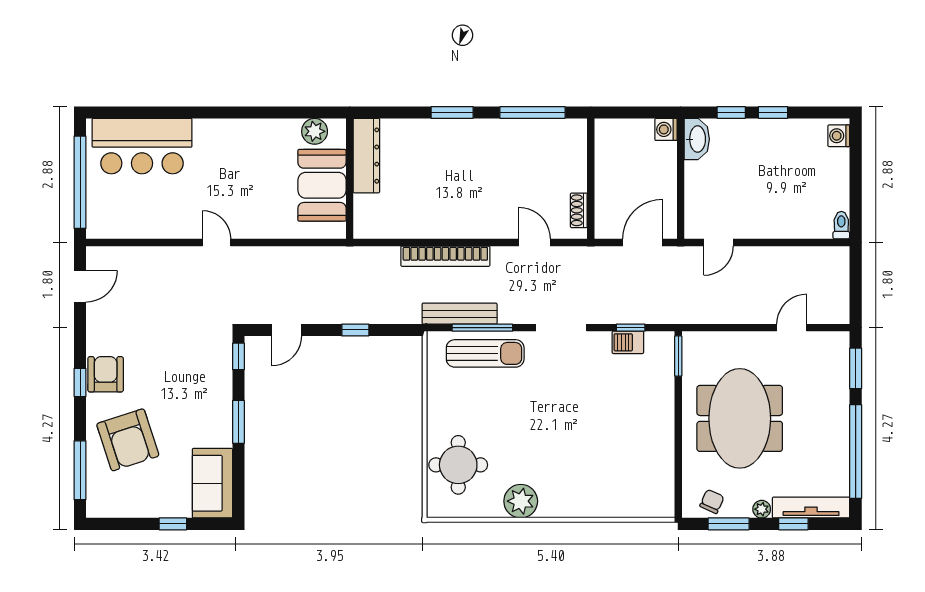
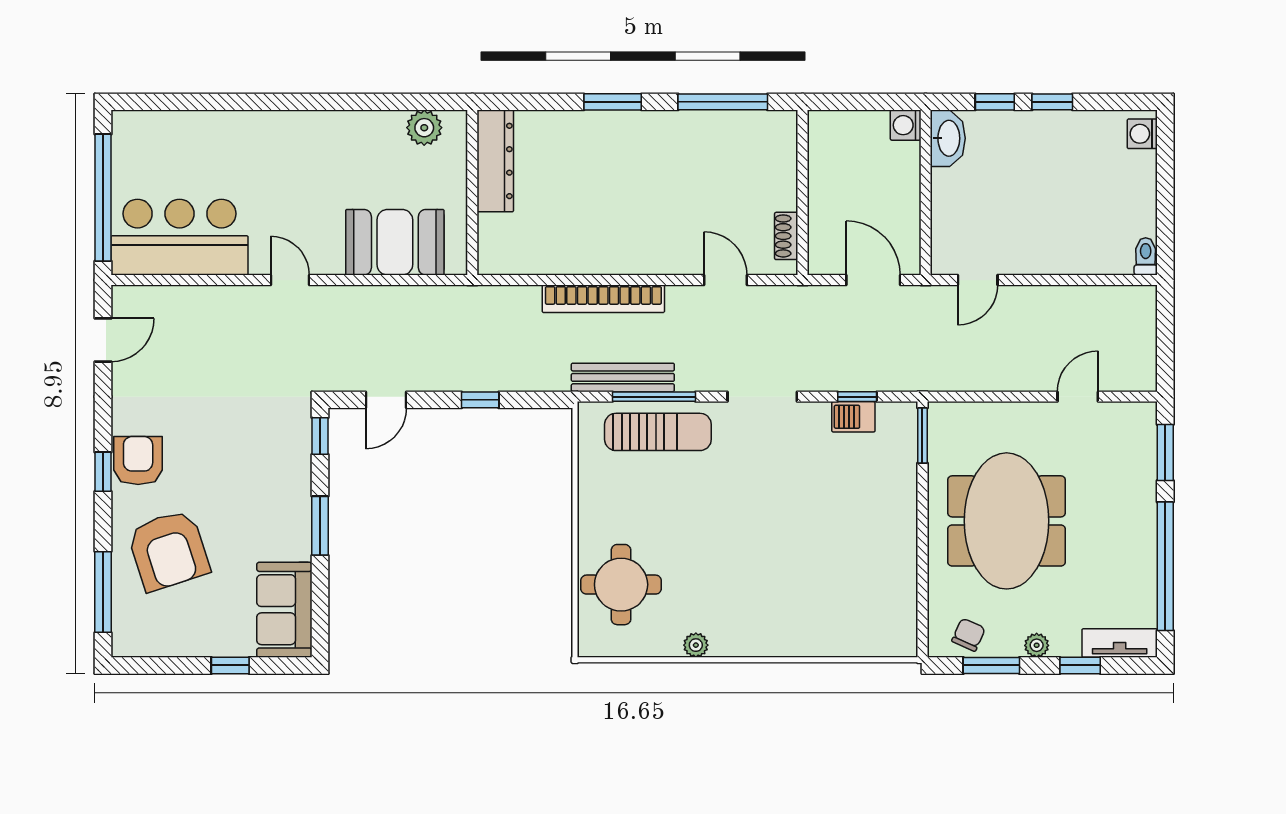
bar counter: (142, 146) -> (180, 237), moved, turned 180
booth: (322, 185) -> (395, 242), moved, turned 90
door: (642, 243) -> (873, 280), hinge flipped
plant: (521, 501) -> (696, 645), width x0.53, depth x0.53
tv unit: (811, 508) -> (1120, 643), width x0.71

